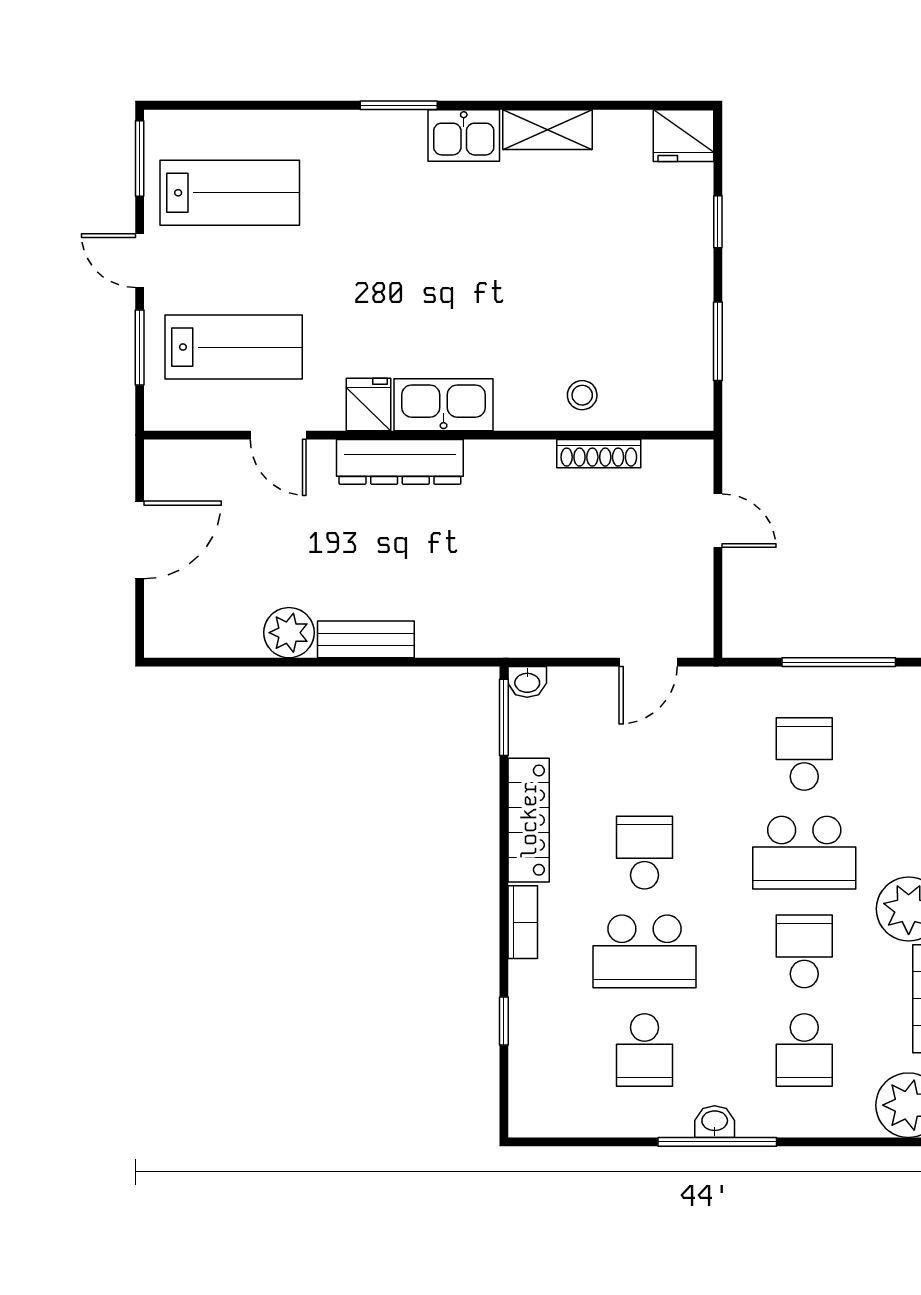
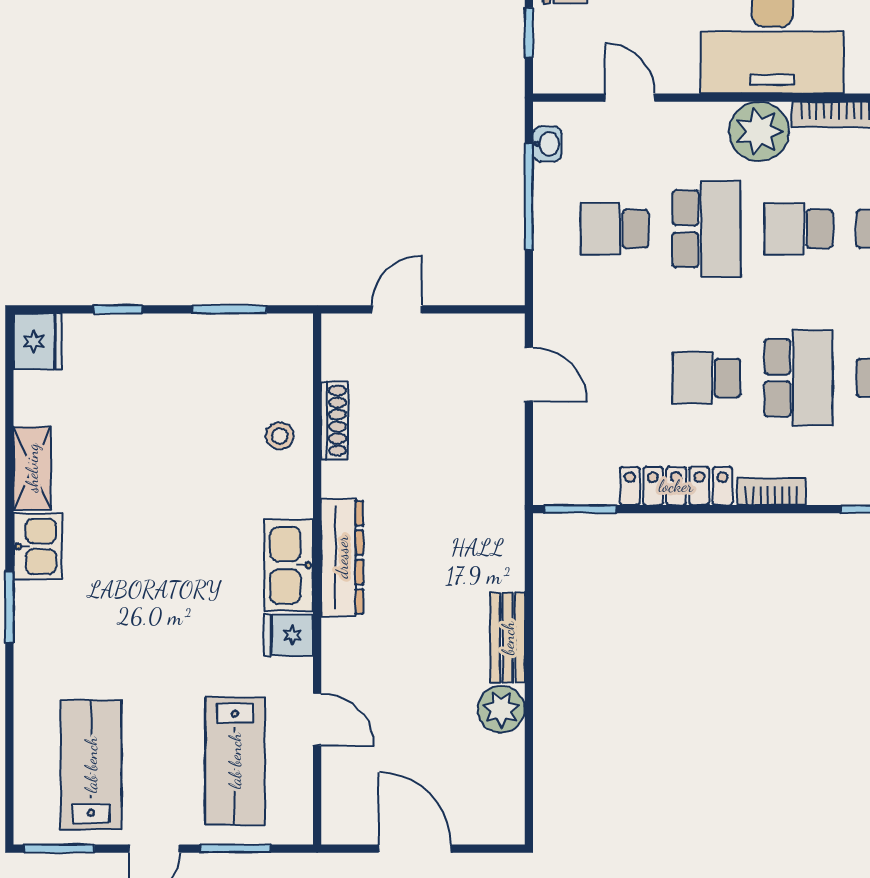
lab bench: (234, 347) -> (235, 761), turned 180
door: (278, 435) -> (317, 720), hinge flipped
dresser: (400, 462) -> (342, 557), moved
washbasin: (527, 682) -> (547, 144), moved

